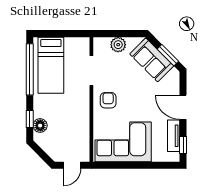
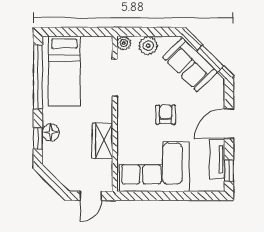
plant: (99, 43) -> (124, 43), added
armchair: (108, 100) -> (166, 115), moved
door: (183, 107) -> (229, 124), hinge flipped
wardrobe: (81, 121) -> (102, 141), added
floor lamp: (40, 126) -> (51, 132), moved

